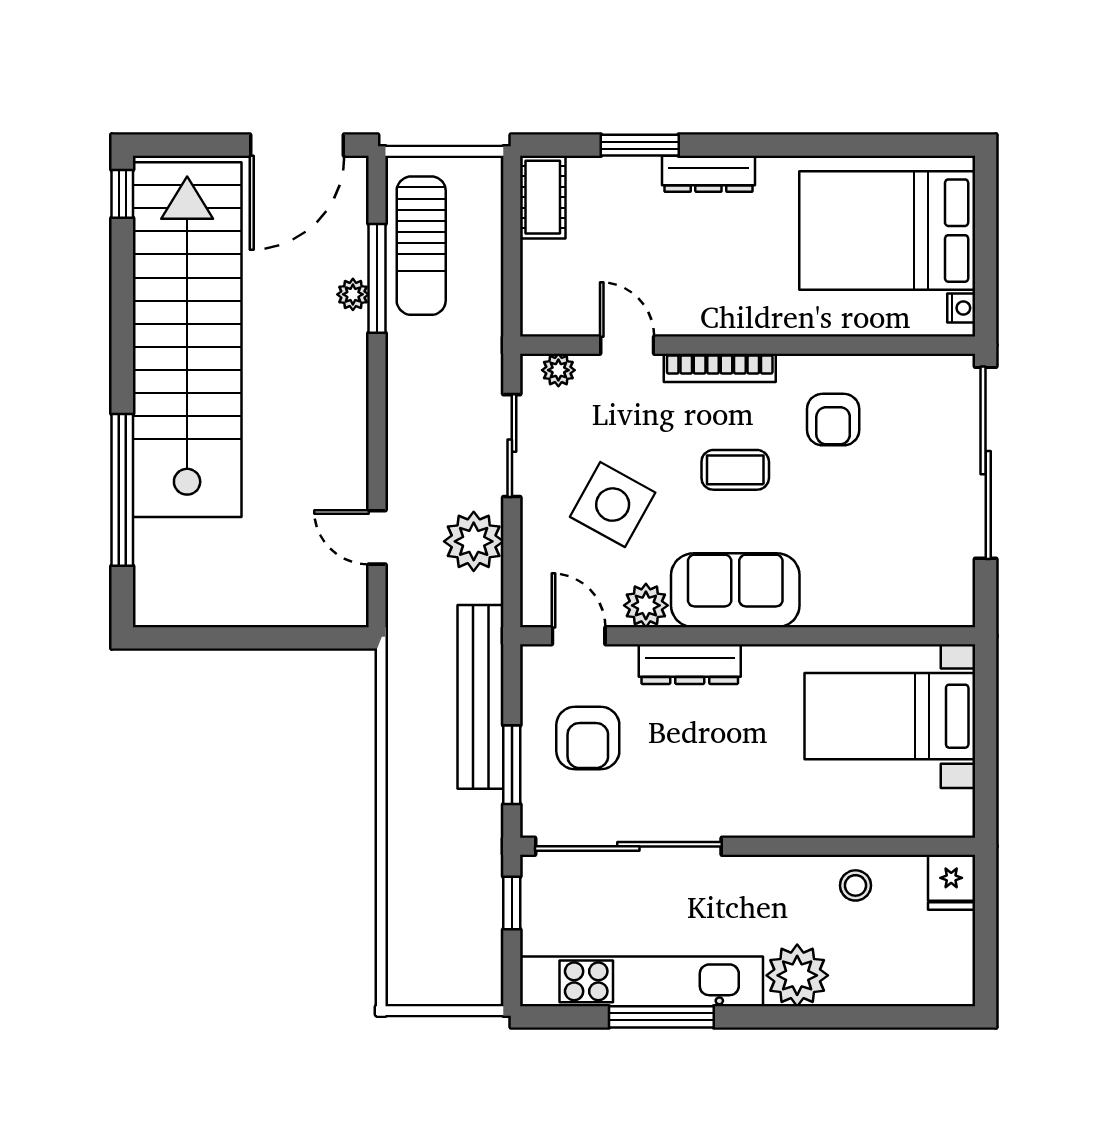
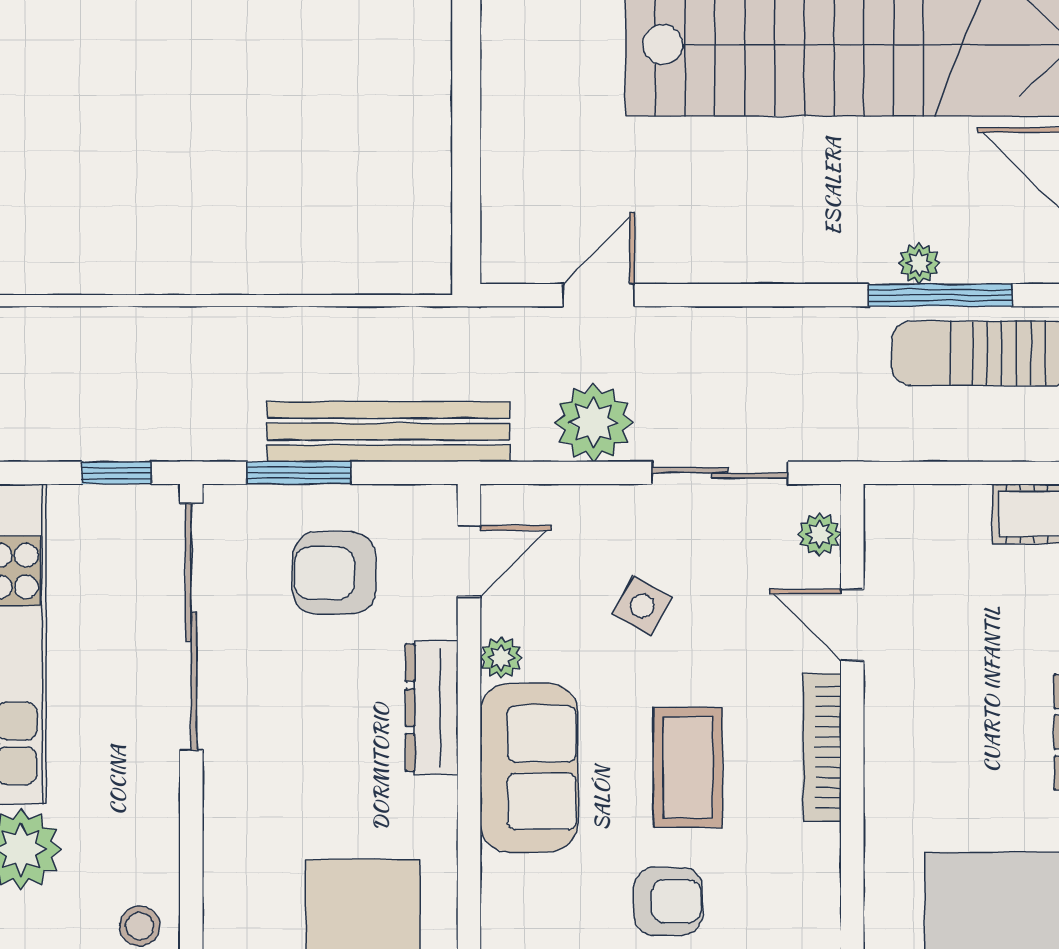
door: (627, 345) -> (852, 625), swing flipped
armchair: (833, 420) -> (668, 901), moved, turned 180
coffee table: (735, 470) -> (688, 768), width x1.36, depth x1.30
side table: (613, 505) -> (642, 606), width x0.54, depth x0.54
plant: (646, 605) -> (501, 658), width x0.73, depth x0.73

